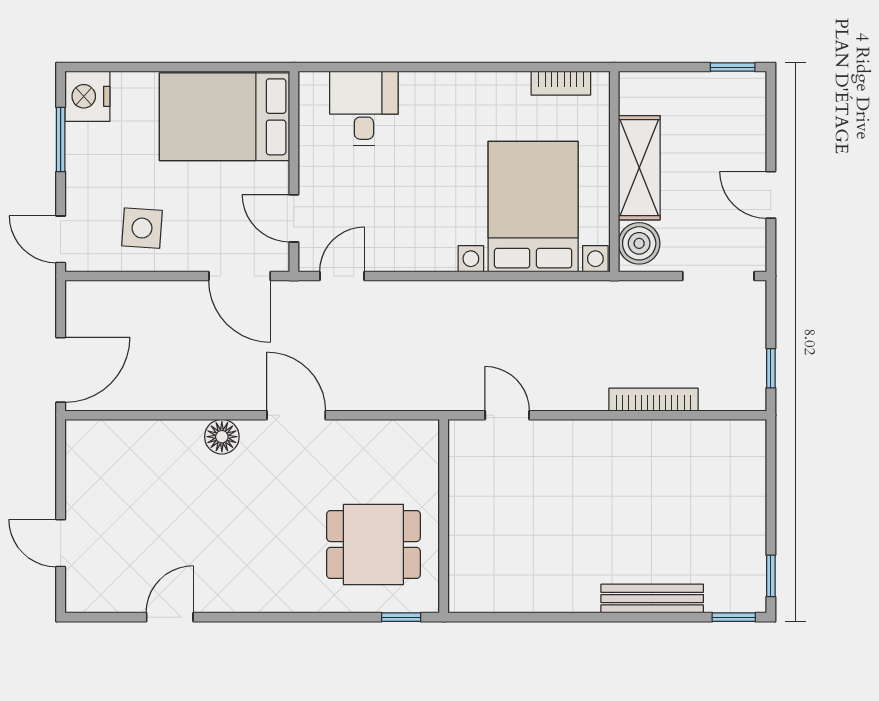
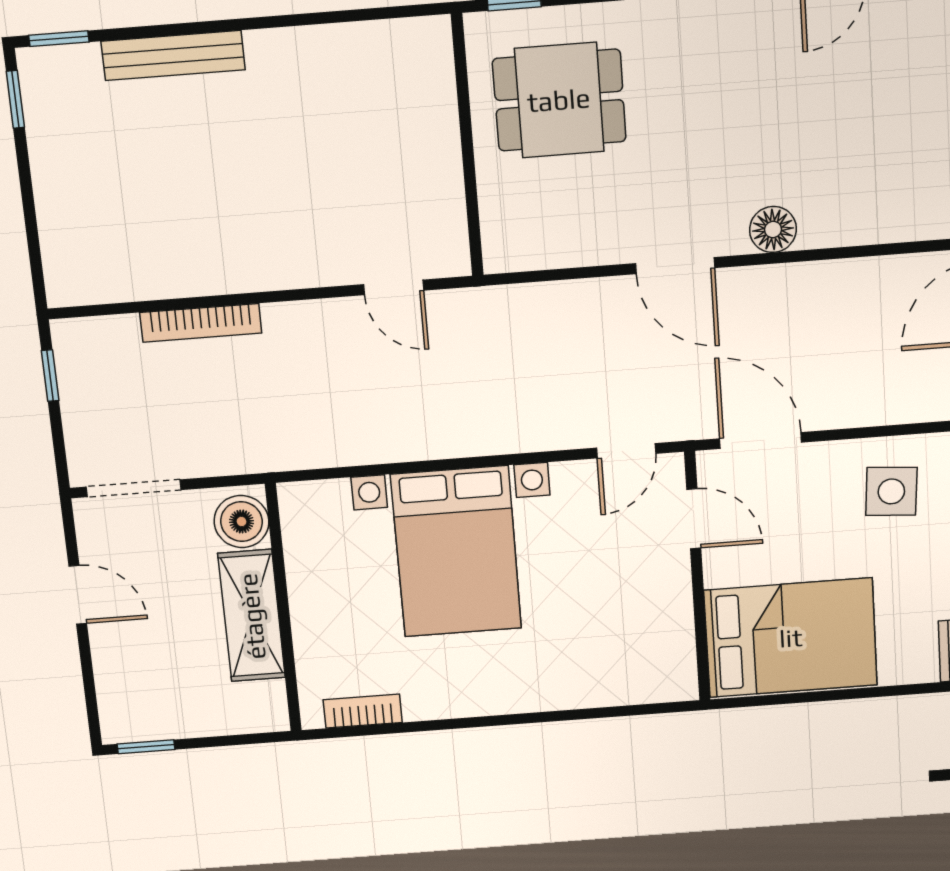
desk: (364, 108) -> (612, 662), removed
bed with nightstands: (533, 207) -> (456, 552), moved

